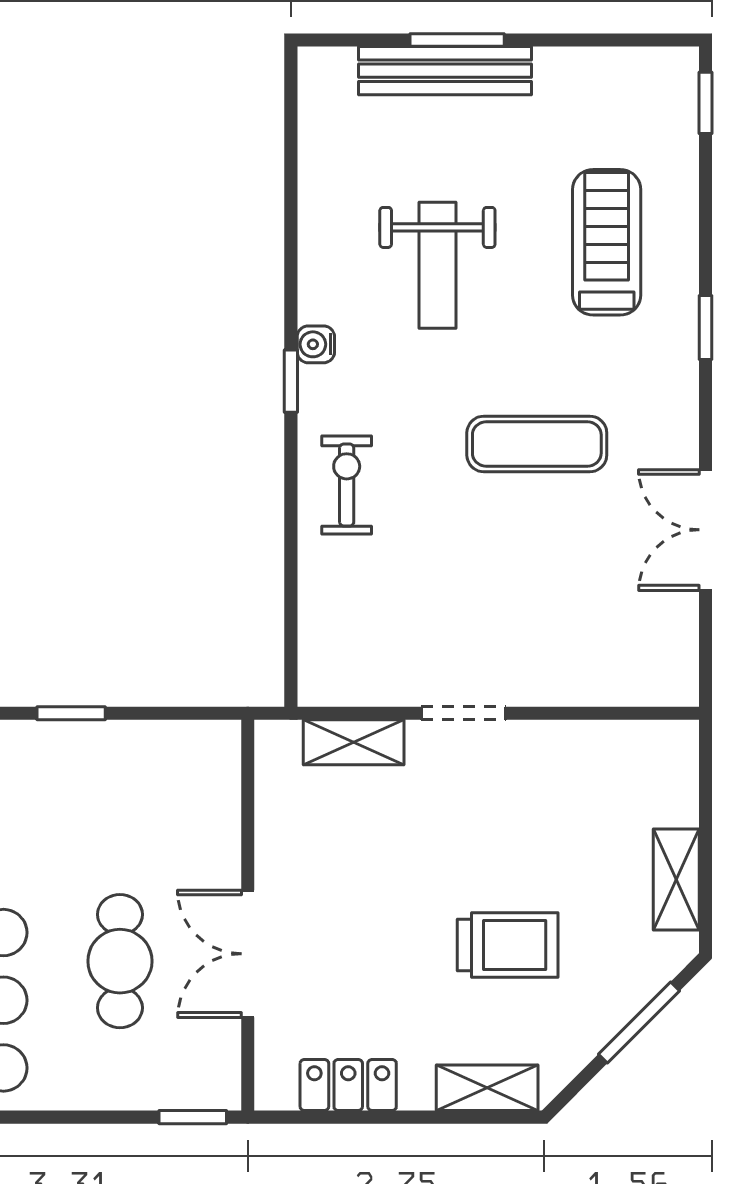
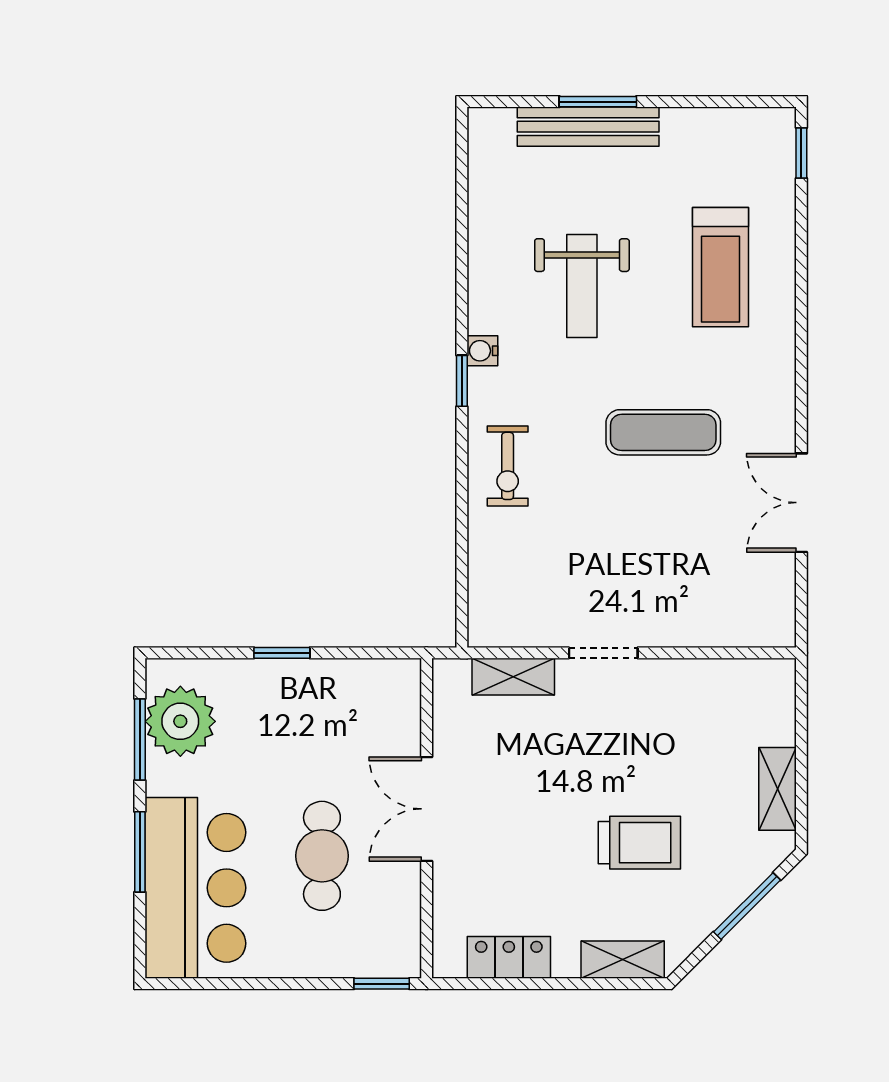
treadmill: (607, 242) -> (720, 267), turned 180
window: (705, 328) -> (801, 337), removed
exercise bike: (347, 485) -> (508, 466), turned 180
double door: (248, 954) -> (427, 809), moved

